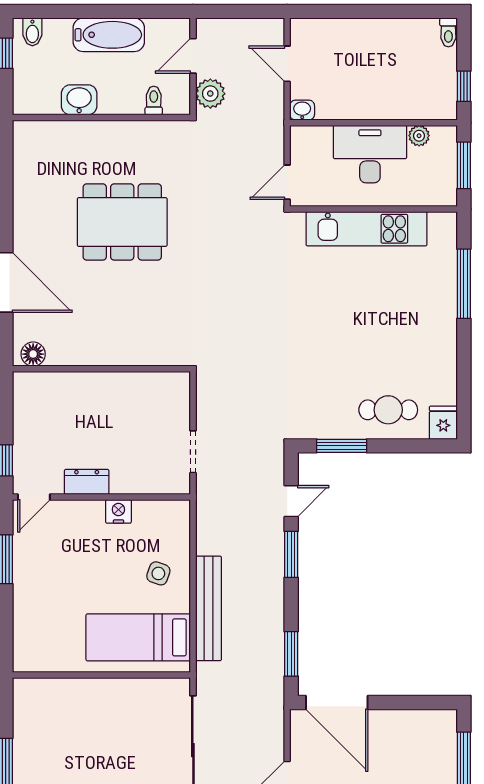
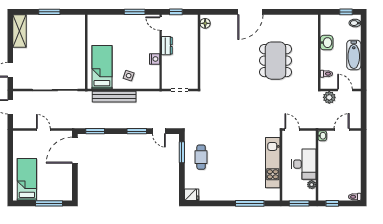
floor lamp: (33, 354) -> (205, 23), moved
wall: (101, 369) -> (199, 52), moved
cafe table: (388, 410) -> (201, 157), moved

